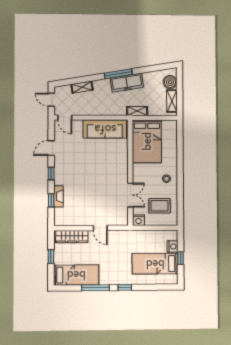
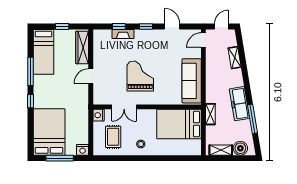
window: (118, 74) -> (253, 119), moved
grand piano: (100, 179) -> (140, 76), added
nightstand: (172, 246) -> (83, 150), moved
window: (181, 258) -> (60, 158), width x2.17
bed: (155, 264) -> (49, 132), width x1.50

